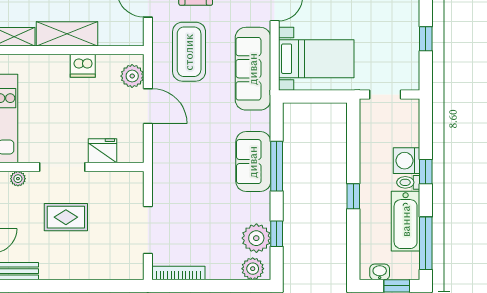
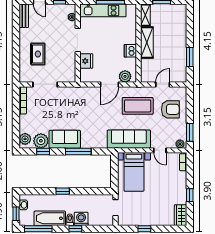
sofa: (253, 162) -> (65, 139), moved
rug: (66, 217) -> (38, 54), moved

